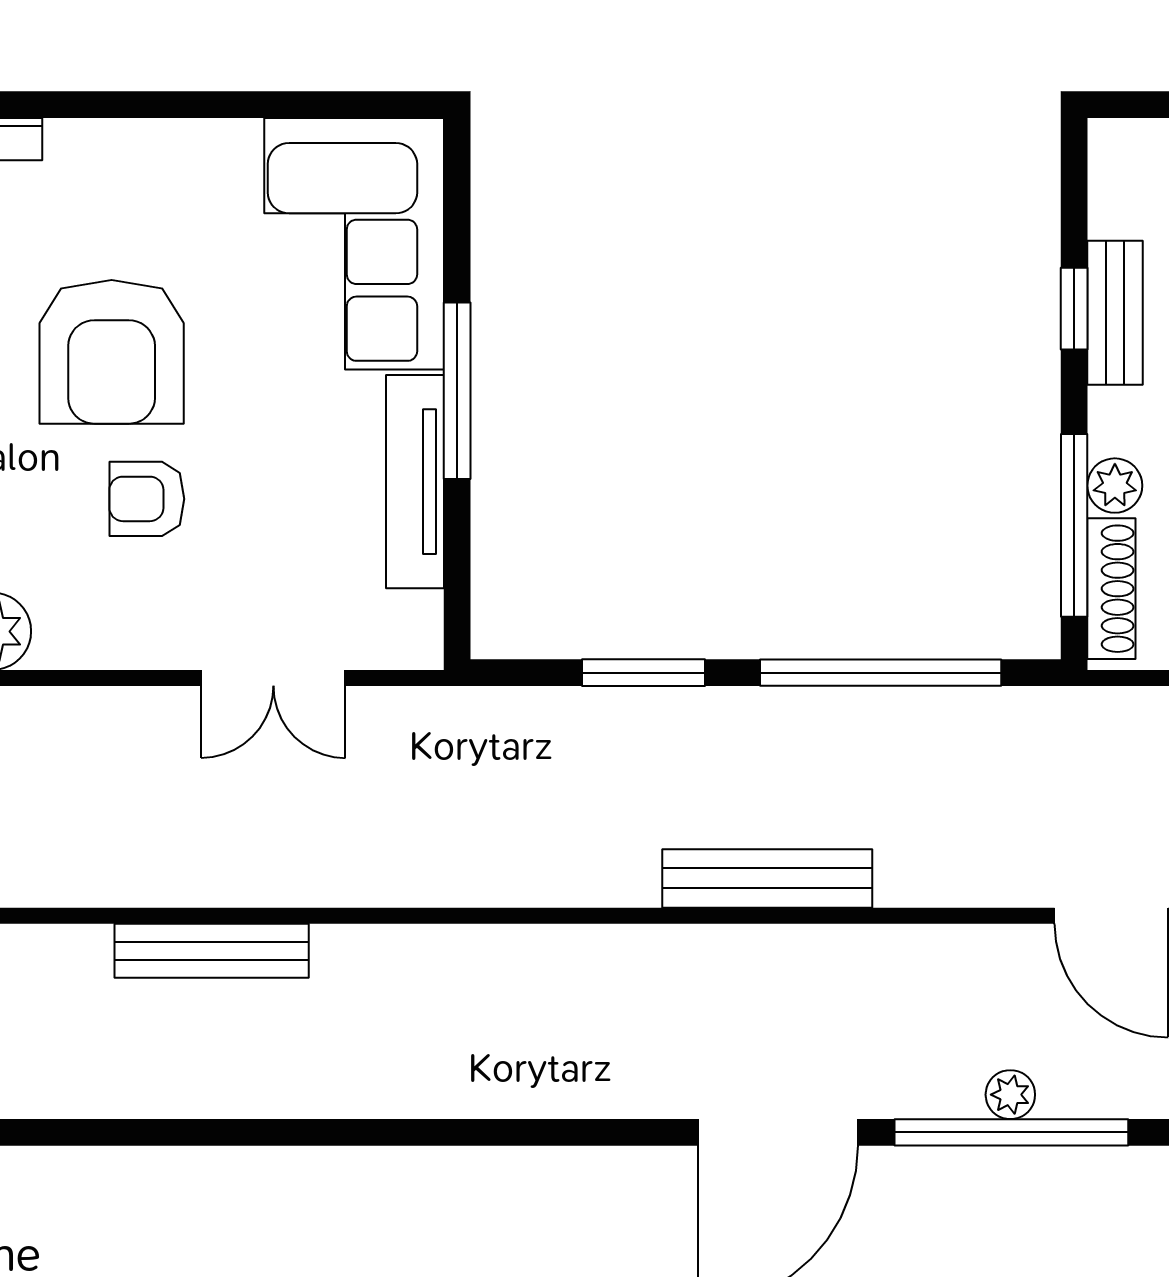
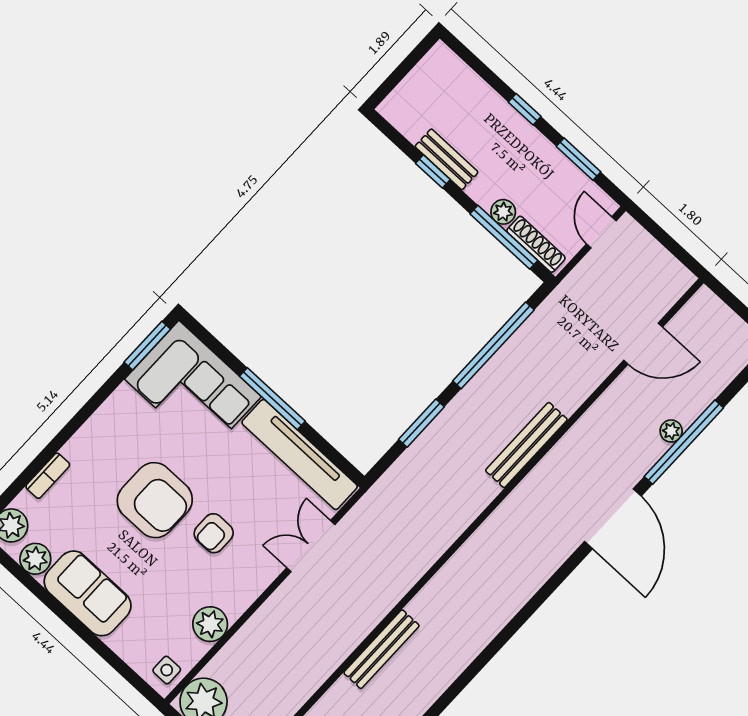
window: (354, 105) -> (147, 346), added
tv unit: (415, 482) -> (300, 454), width x1.36, depth x1.29
double door: (273, 678) -> (311, 546), swing flipped

